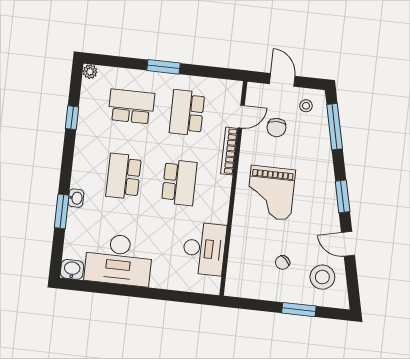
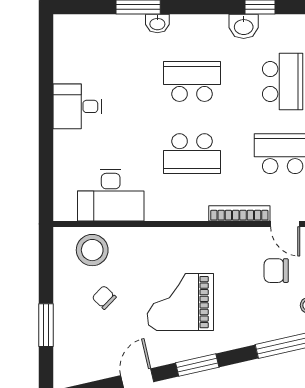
grand piano: (271, 193) -> (180, 302), moved
desk: (119, 260) -> (77, 106), width x0.53, depth x0.77
washbasin: (72, 269) -> (244, 26), moved, turned 90
stool: (322, 277) -> (92, 250), moved

